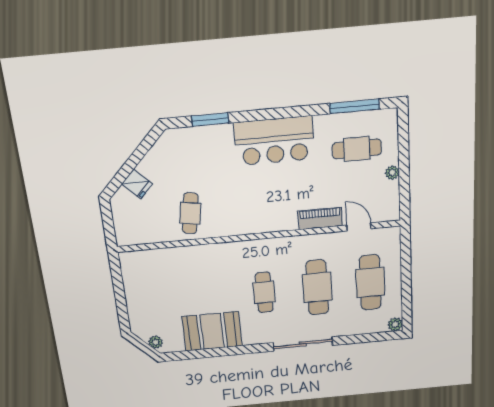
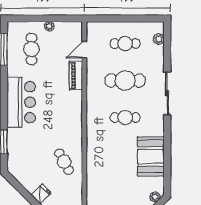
cafe table: (190, 213) -> (64, 162), turned 52
cafe table: (370, 282) -> (125, 43), width x0.73, depth x0.74
plant: (395, 324) -> (159, 39), moved

